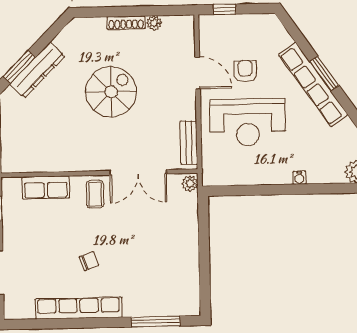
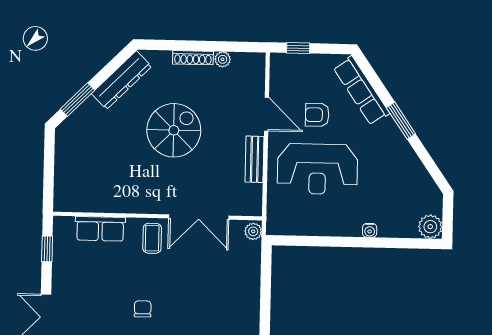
dresser: (37, 70) -> (122, 80), moved
armchair: (245, 71) -> (317, 115), turned -90
row of seats: (313, 85) -> (361, 91), moved, width x0.73
bench: (189, 143) -> (255, 159), moved
chair: (89, 261) -> (143, 309), turned -70

